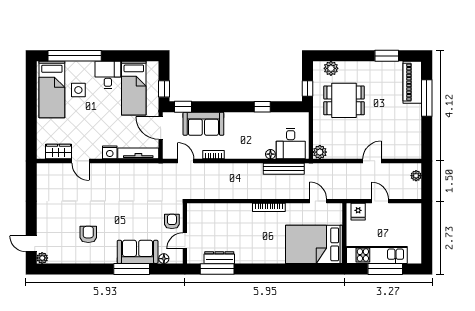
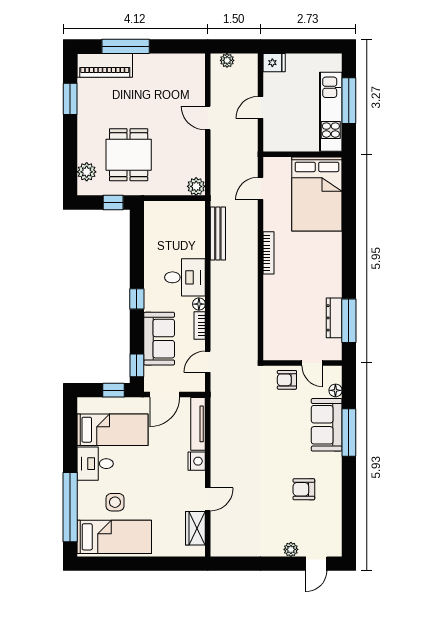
window: (262, 107) -> (137, 299), moved
desk: (291, 144) -> (185, 277), moved
floor lamp: (270, 154) -> (199, 304), moved
fridge: (358, 212) -> (274, 63), moved
plant: (42, 258) -> (291, 549), moved

